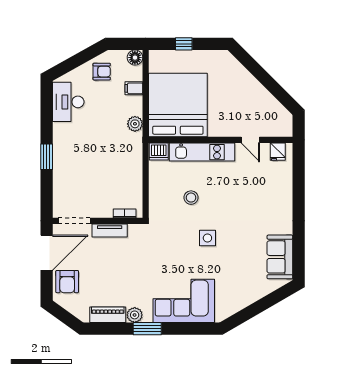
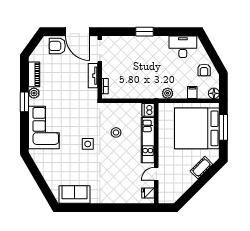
window: (184, 44) -> (223, 127), width x2.17
cot: (241, 75) -> (201, 168), added
bed: (178, 105) -> (197, 128), moved, turned 180

